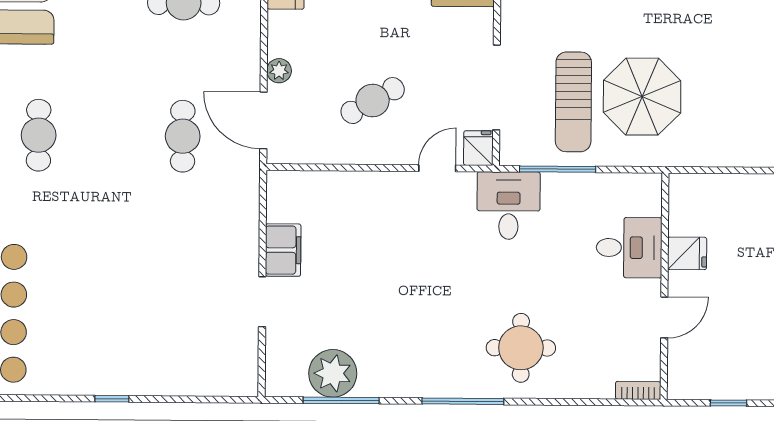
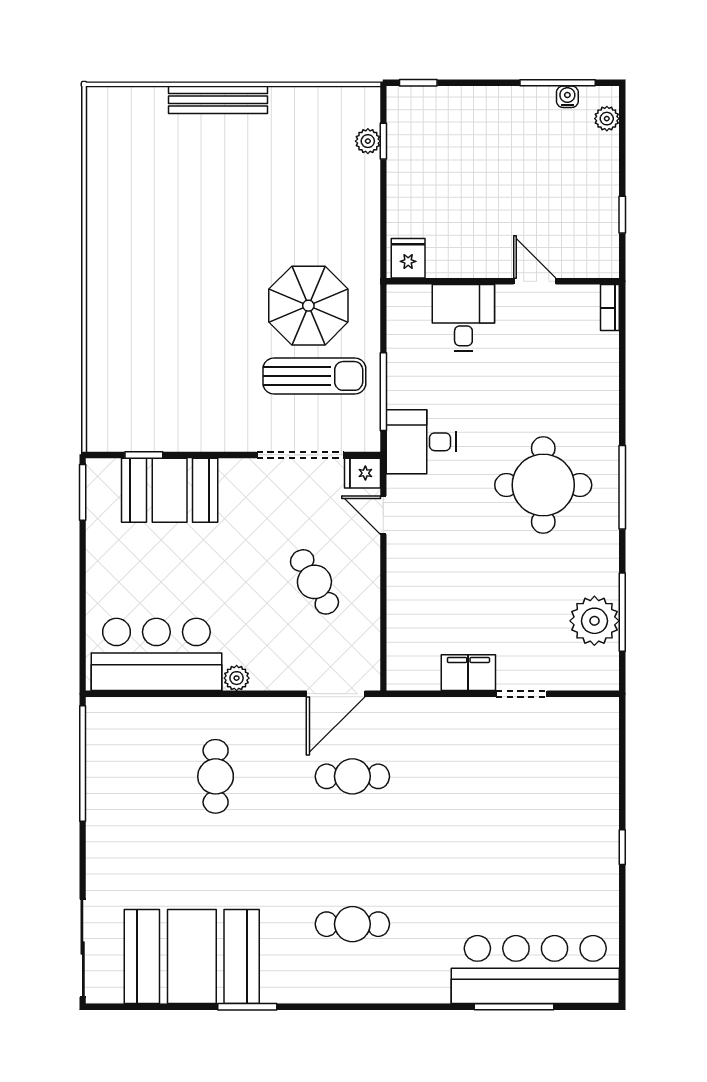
plant: (279, 71) -> (237, 678), moved
fridge: (687, 253) -> (408, 258), moved
round table: (521, 348) -> (543, 485), moved, width x1.36, depth x1.36

